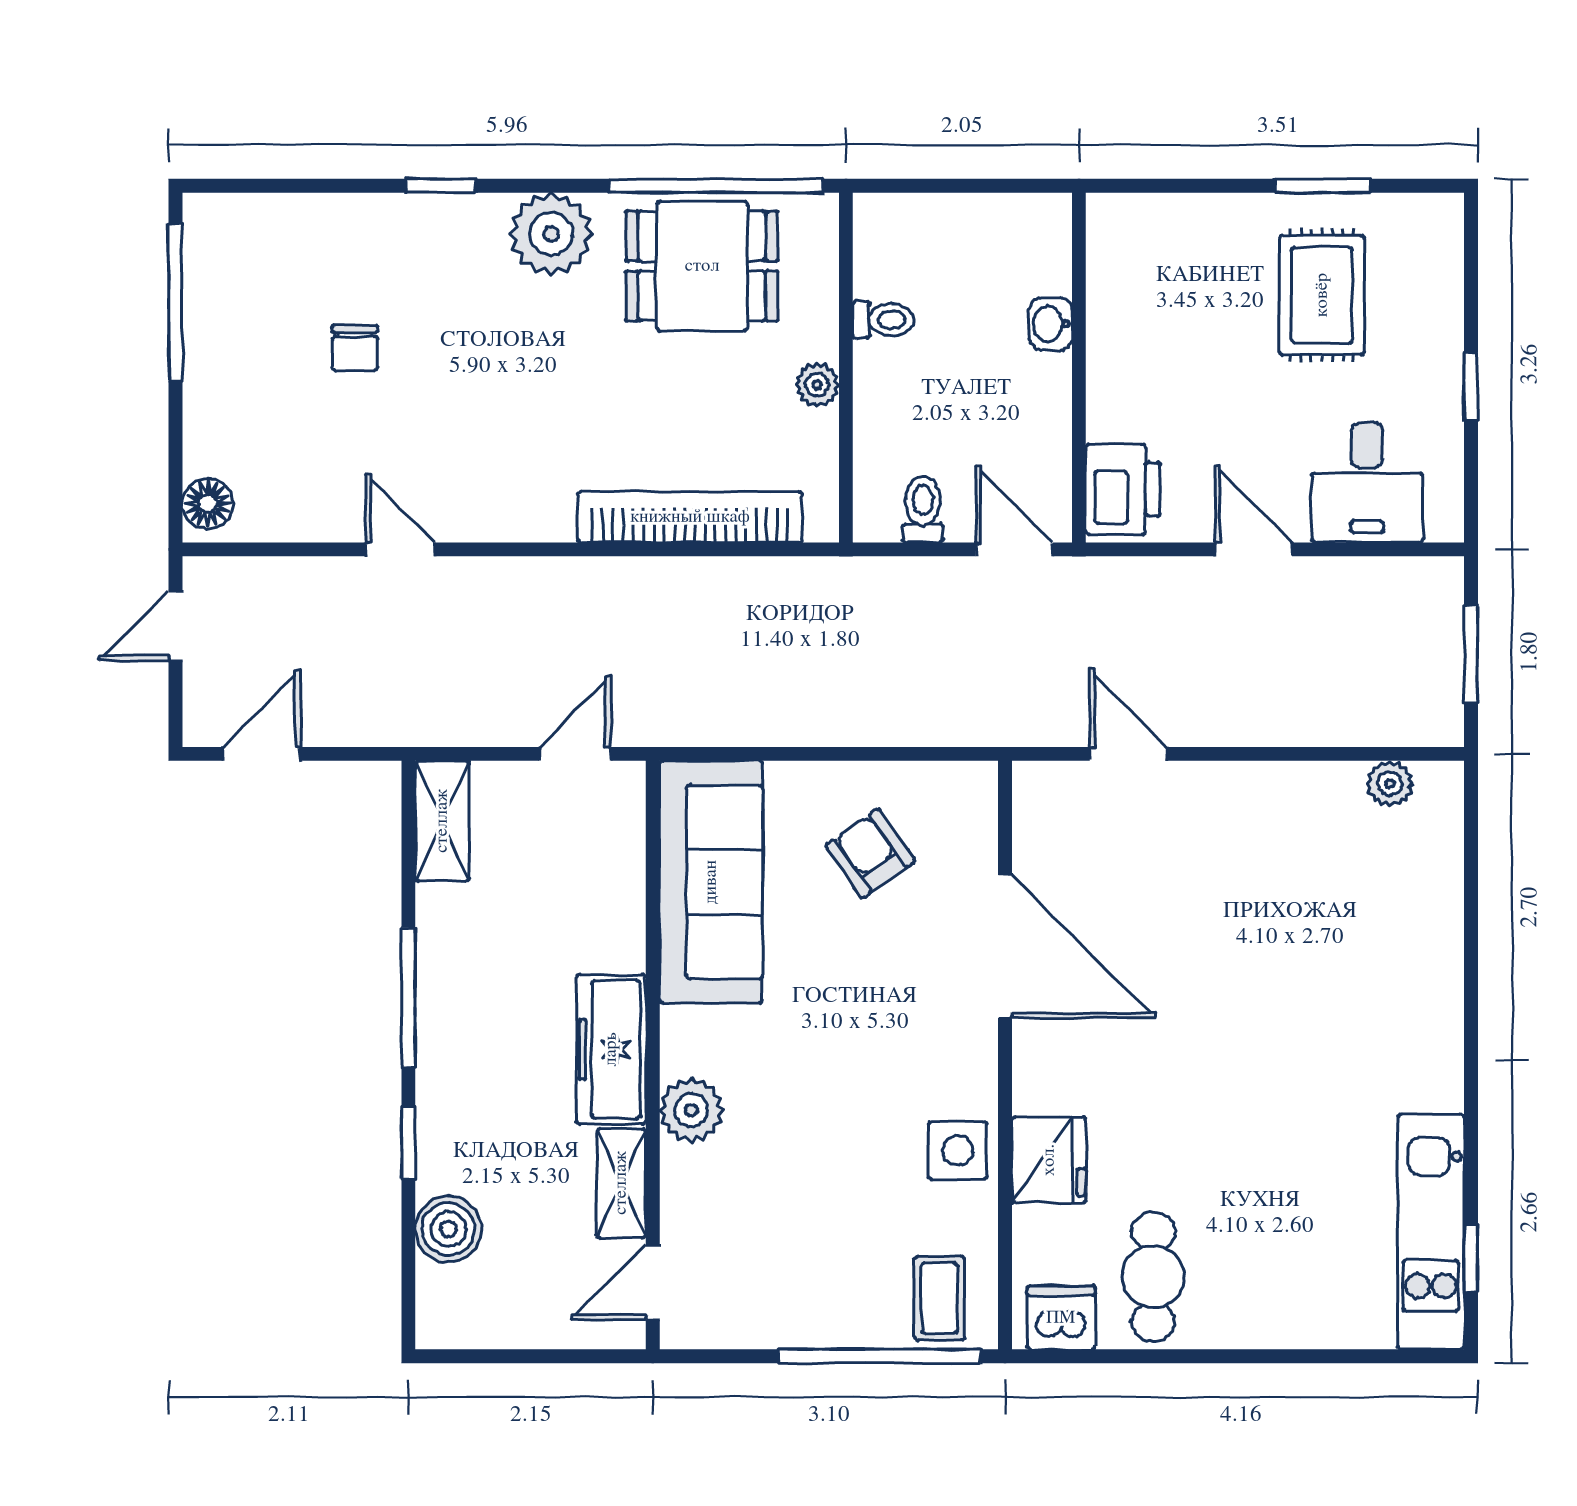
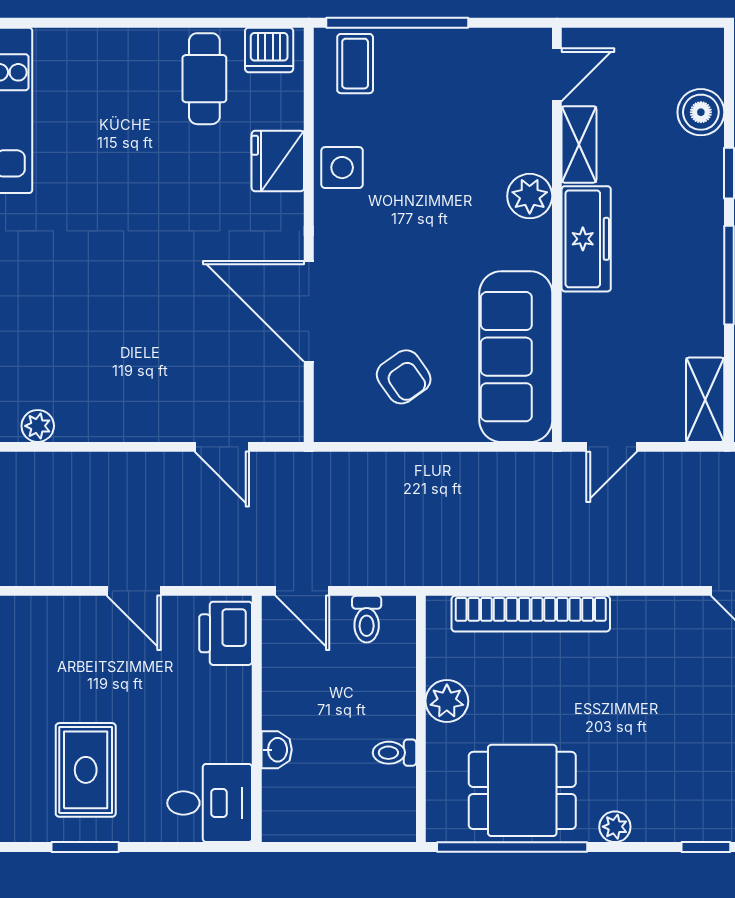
plant: (551, 234) -> (615, 827), width x0.53, depth x0.53
plant: (817, 385) -> (447, 701), width x1.38, depth x1.38
desk: (1367, 482) -> (210, 803), moved, turned 90

